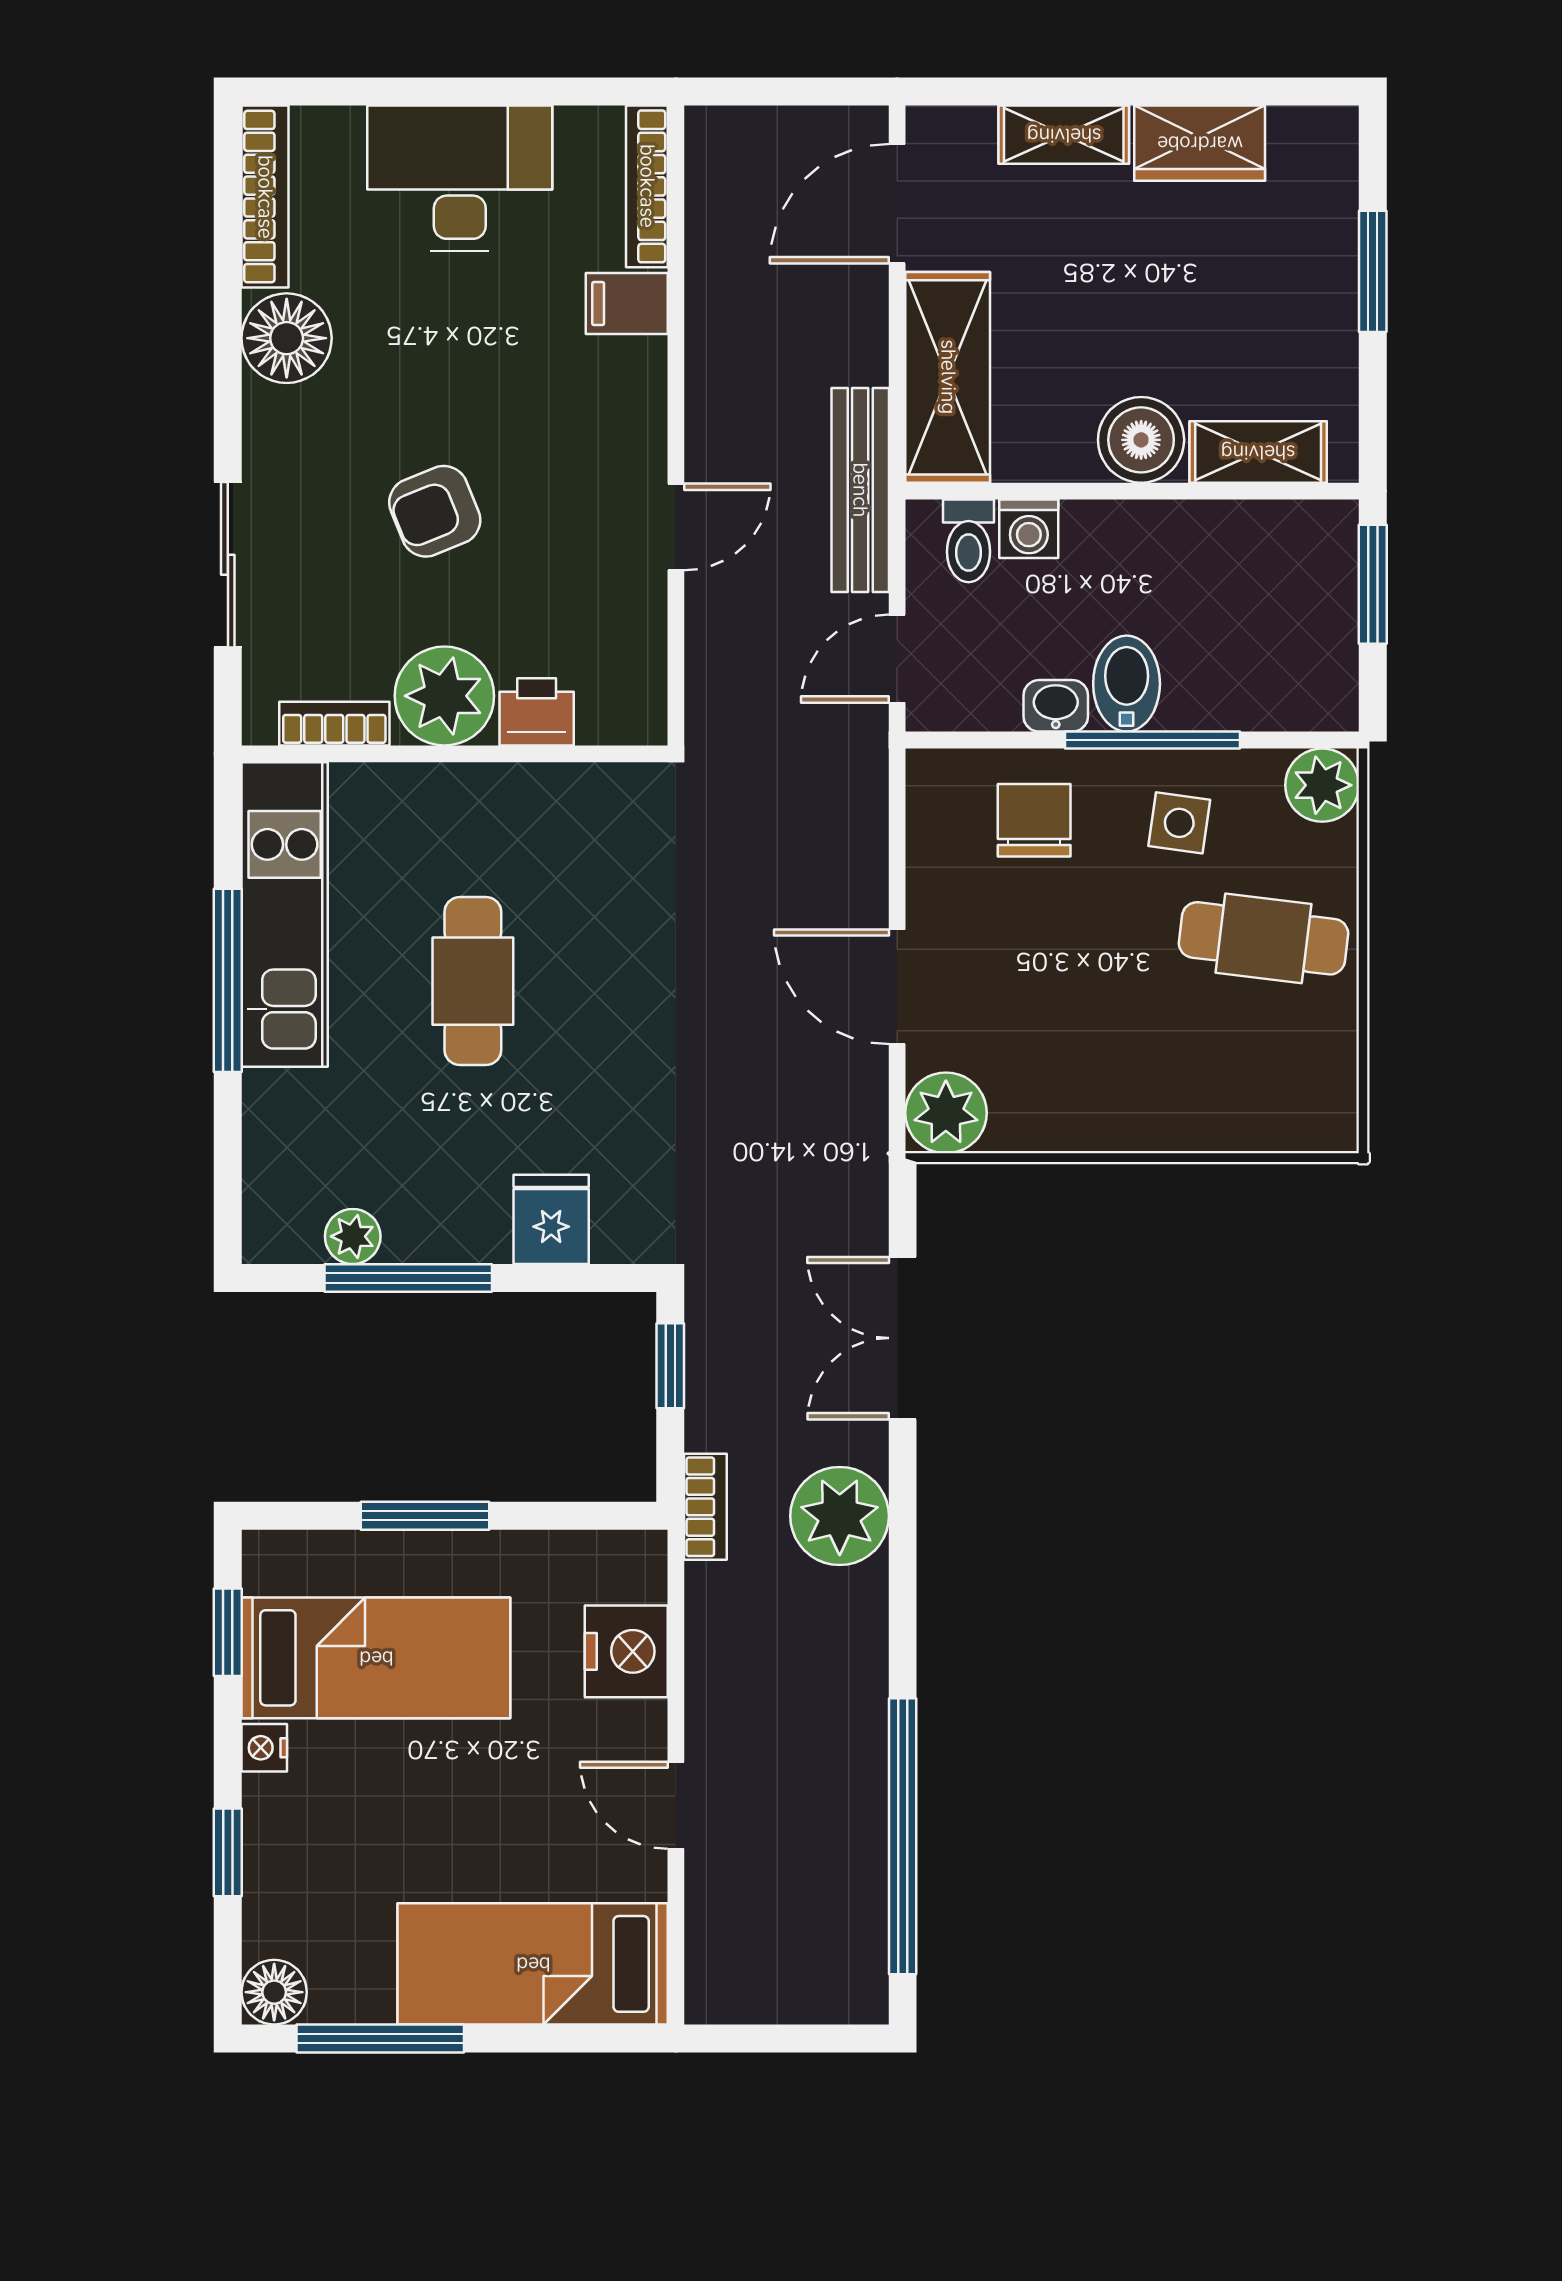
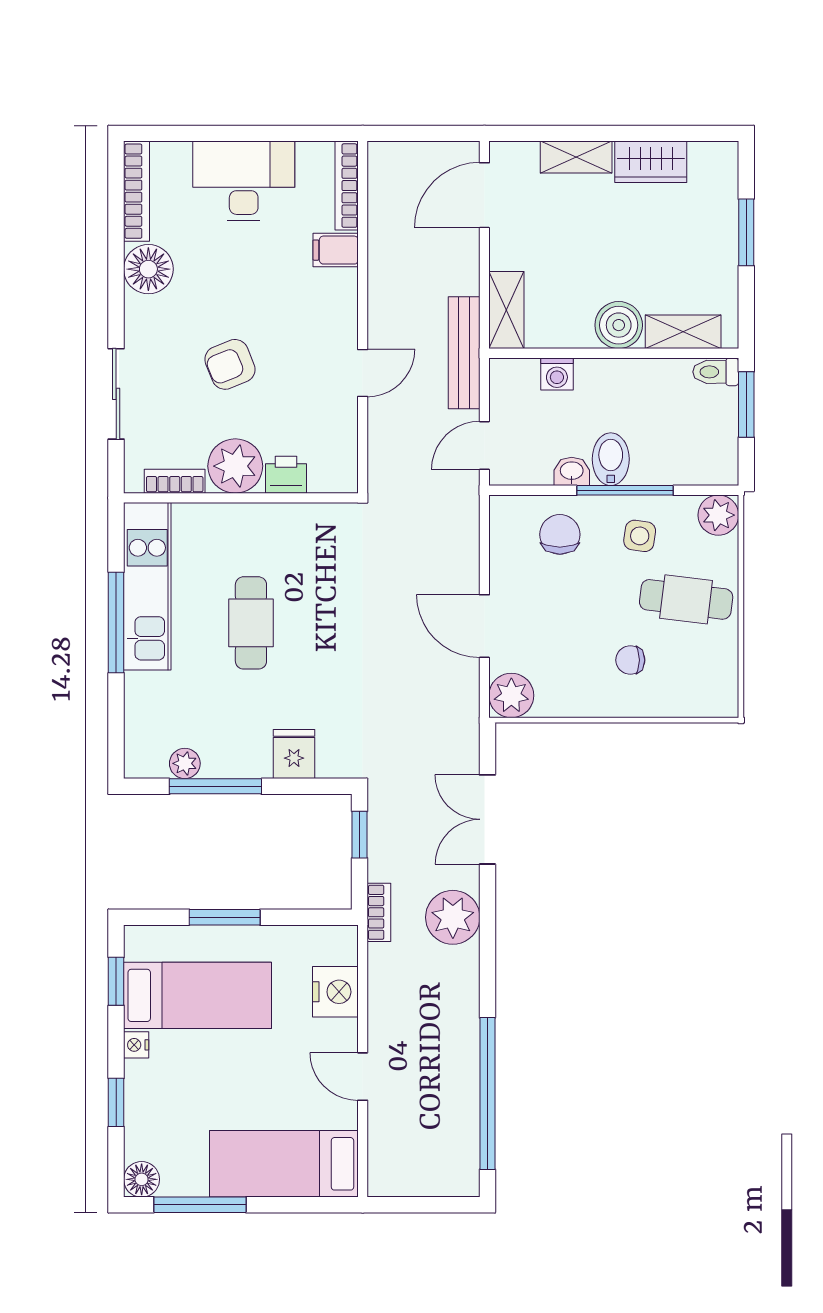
shelving: (948, 377) -> (506, 310), width x0.67, depth x0.75
toilet: (969, 541) -> (716, 372), moved, turned 90
chair: (1162, 1048) -> (630, 660), added

